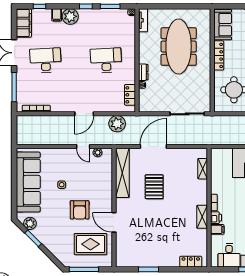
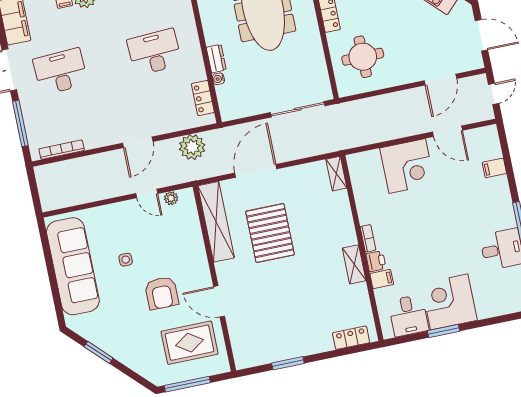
shelving: (203, 169) -> (336, 174), moved
pallet: (154, 187) -> (270, 233), width x1.37, depth x1.41
plant: (30, 223) -> (89, 330), removed

